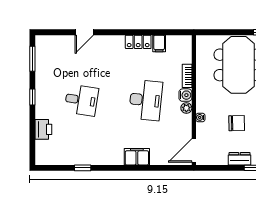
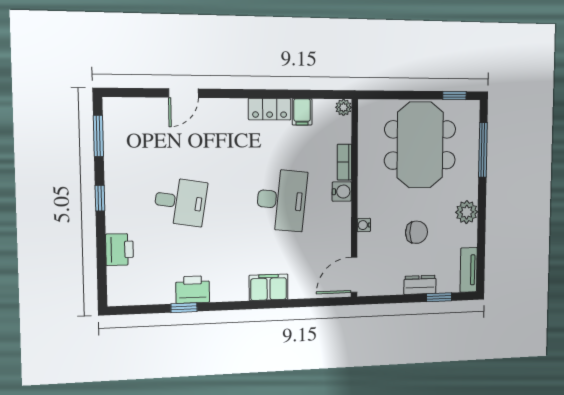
plant: (186, 108) -> (343, 107), moved
printer: (88, 156) -> (193, 290), added

